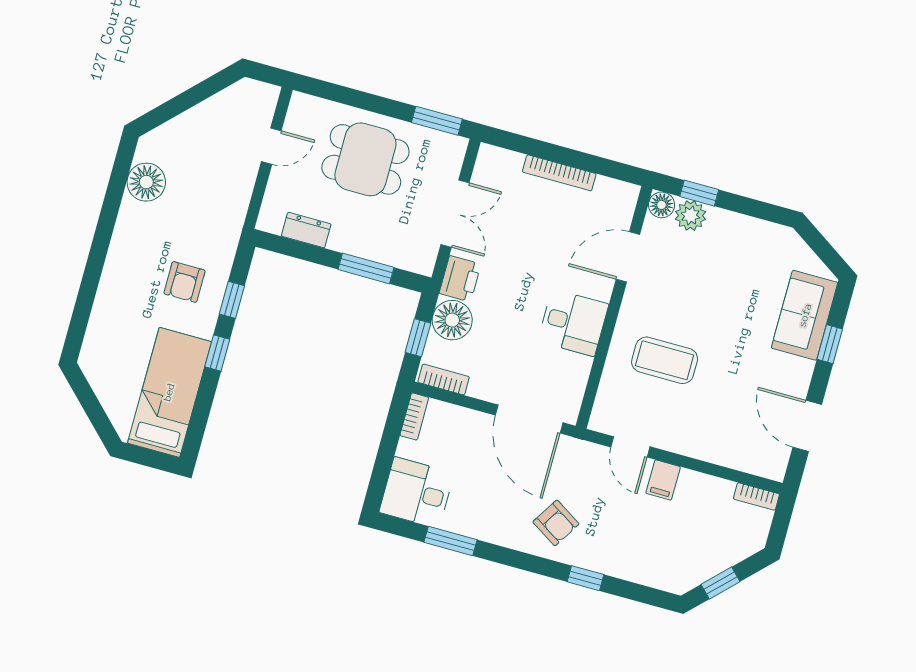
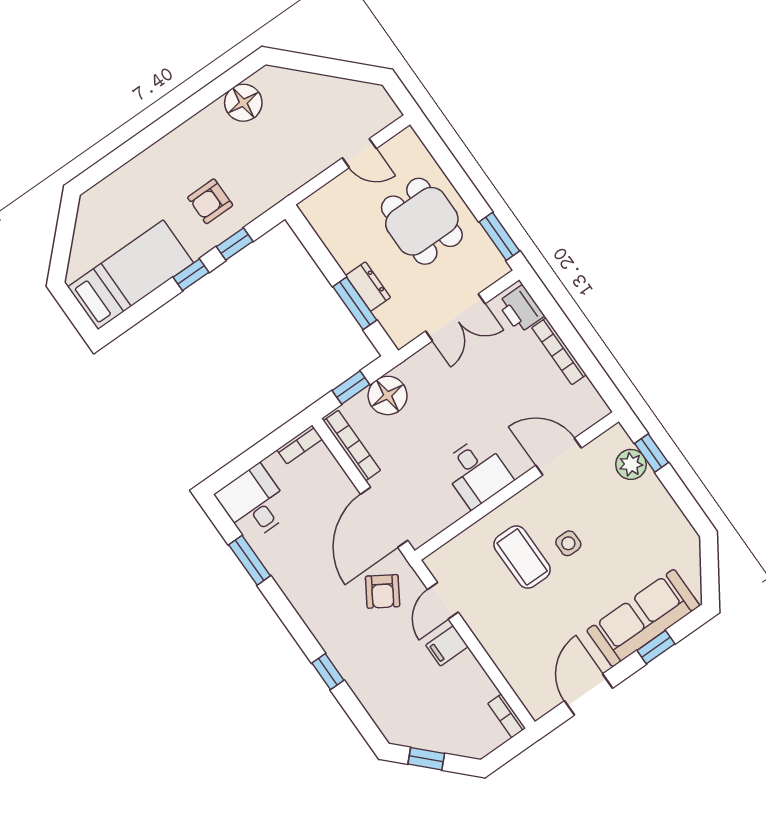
floor lamp: (662, 205) -> (616, 439), removed
dresser: (306, 230) -> (368, 286), moved
printer: (460, 279) -> (521, 309), moved, turned 90
sofa: (805, 315) -> (643, 618), width x1.36
side table: (692, 319) -> (568, 543), added
bookcase: (444, 379) -> (352, 446), width x1.56
armchair: (556, 523) -> (383, 591), moved

